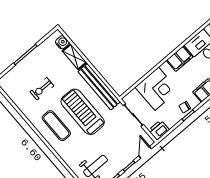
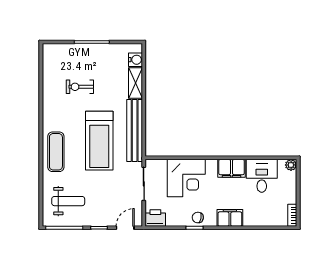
treadmill: (83, 112) -> (99, 141), turned 180
exercise mat: (56, 126) -> (56, 152), moved

